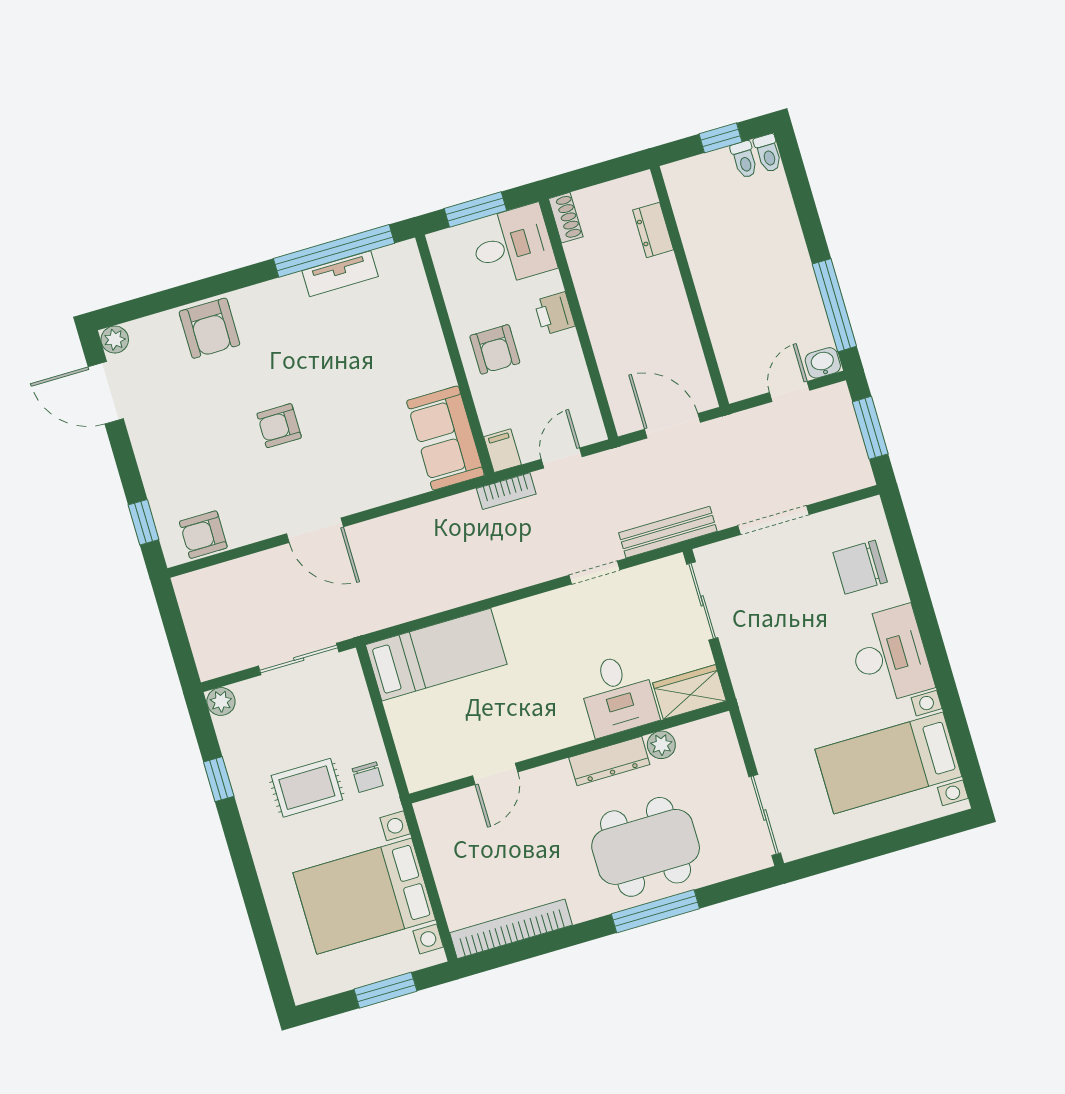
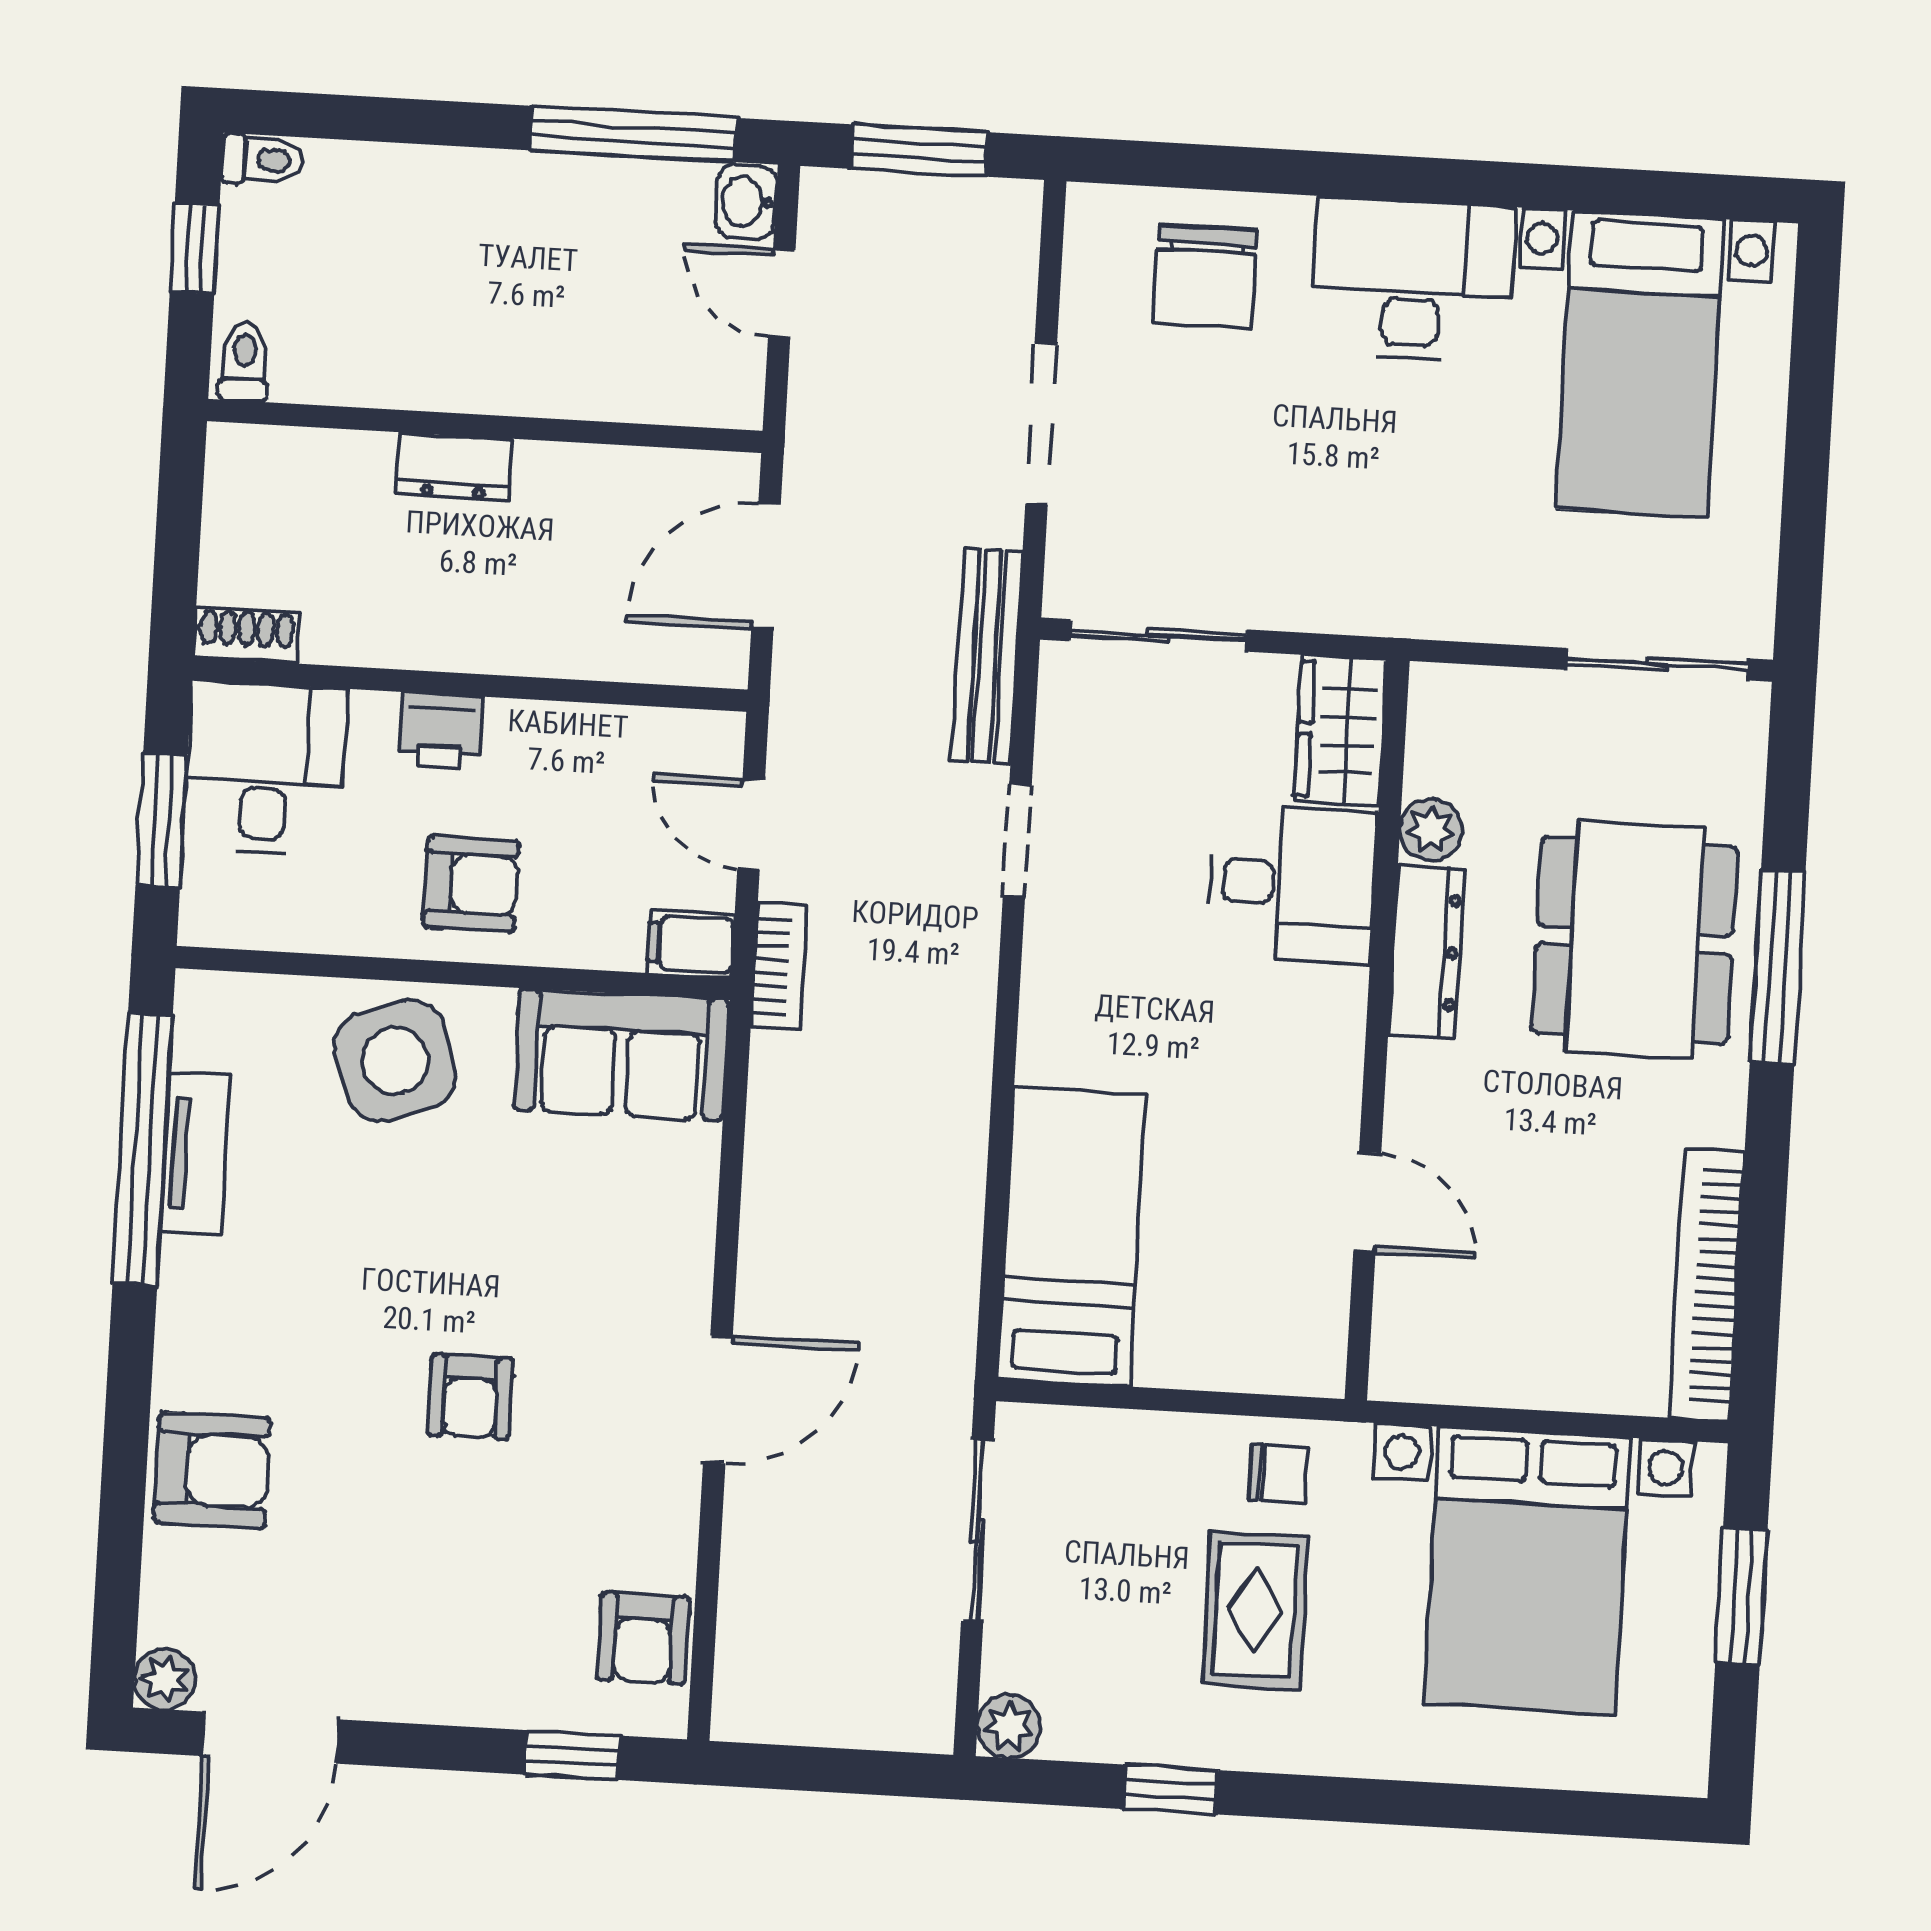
toilet: (744, 160) -> (244, 361), moved, turned -90
dresser: (653, 230) -> (454, 467), moved
side table: (409, 344) -> (395, 1061), added

